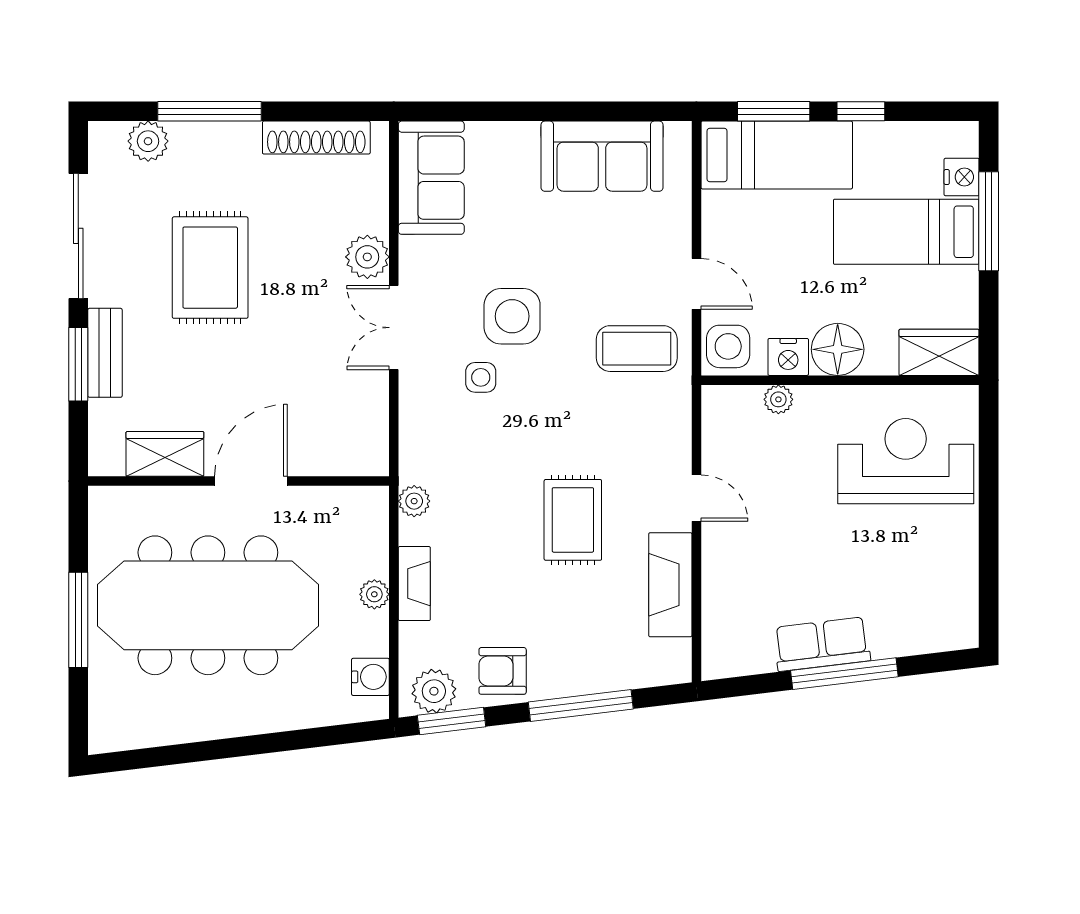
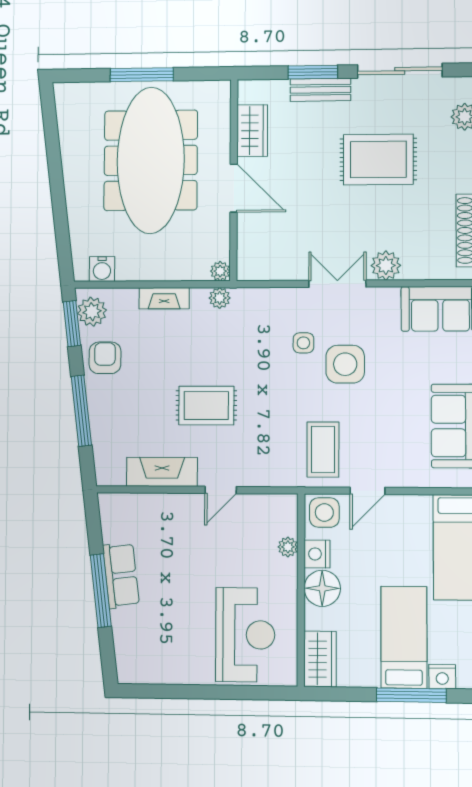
plant: (374, 594) -> (220, 271), moved

